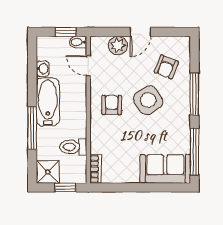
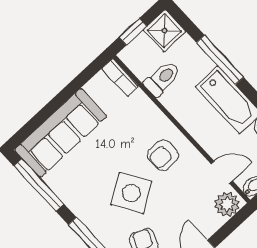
plant: (118, 46) -> (227, 204), moved
armchair: (112, 105) -> (163, 155), turned 90
sofa: (165, 169) -> (61, 133), width x1.36

